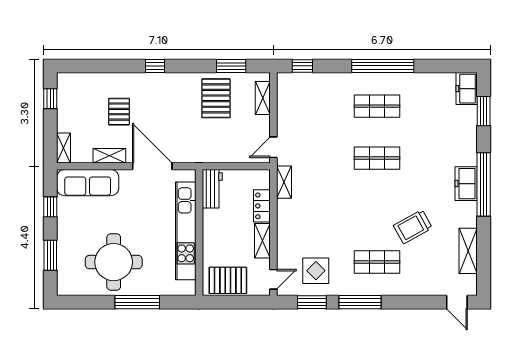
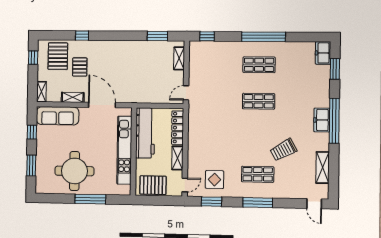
window: (155, 66) -> (82, 36), moved
pallet: (216, 98) -> (58, 56), moved
shelving: (284, 182) -> (193, 117), removed
workbench: (212, 189) -> (145, 133), width x1.88, depth x1.32
locker: (262, 206) -> (178, 128), width x1.53
window: (360, 302) -> (258, 203), moved

